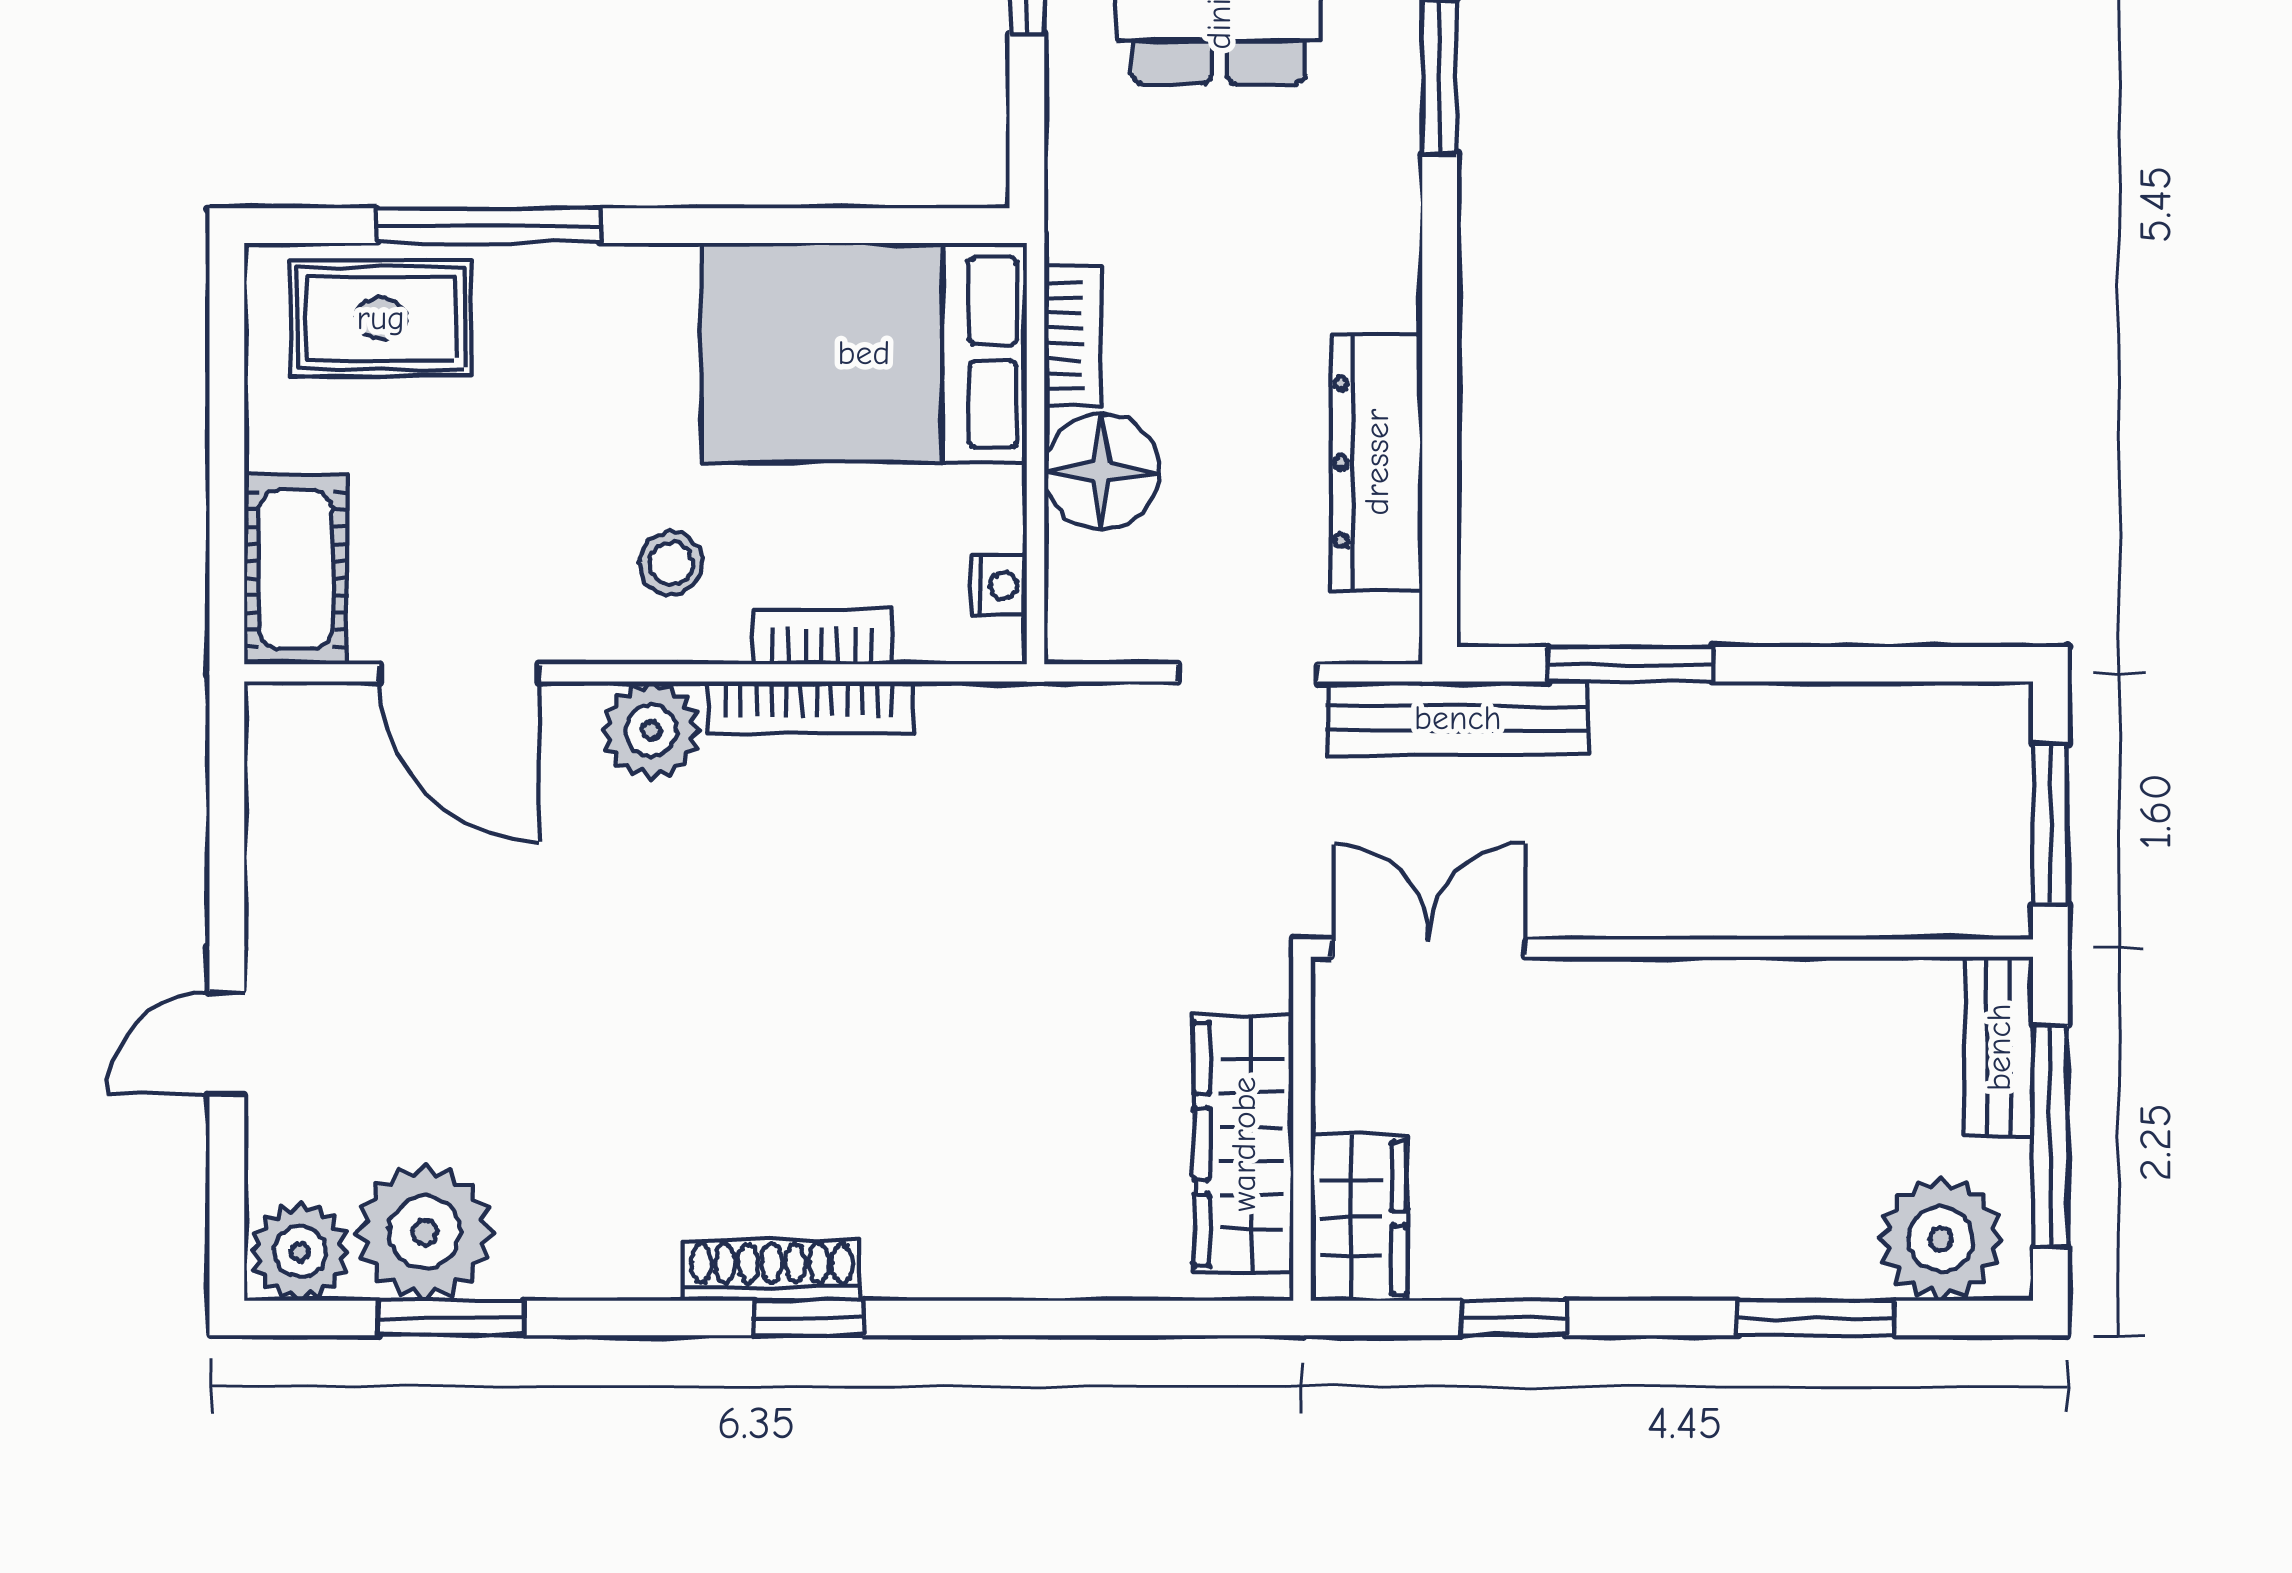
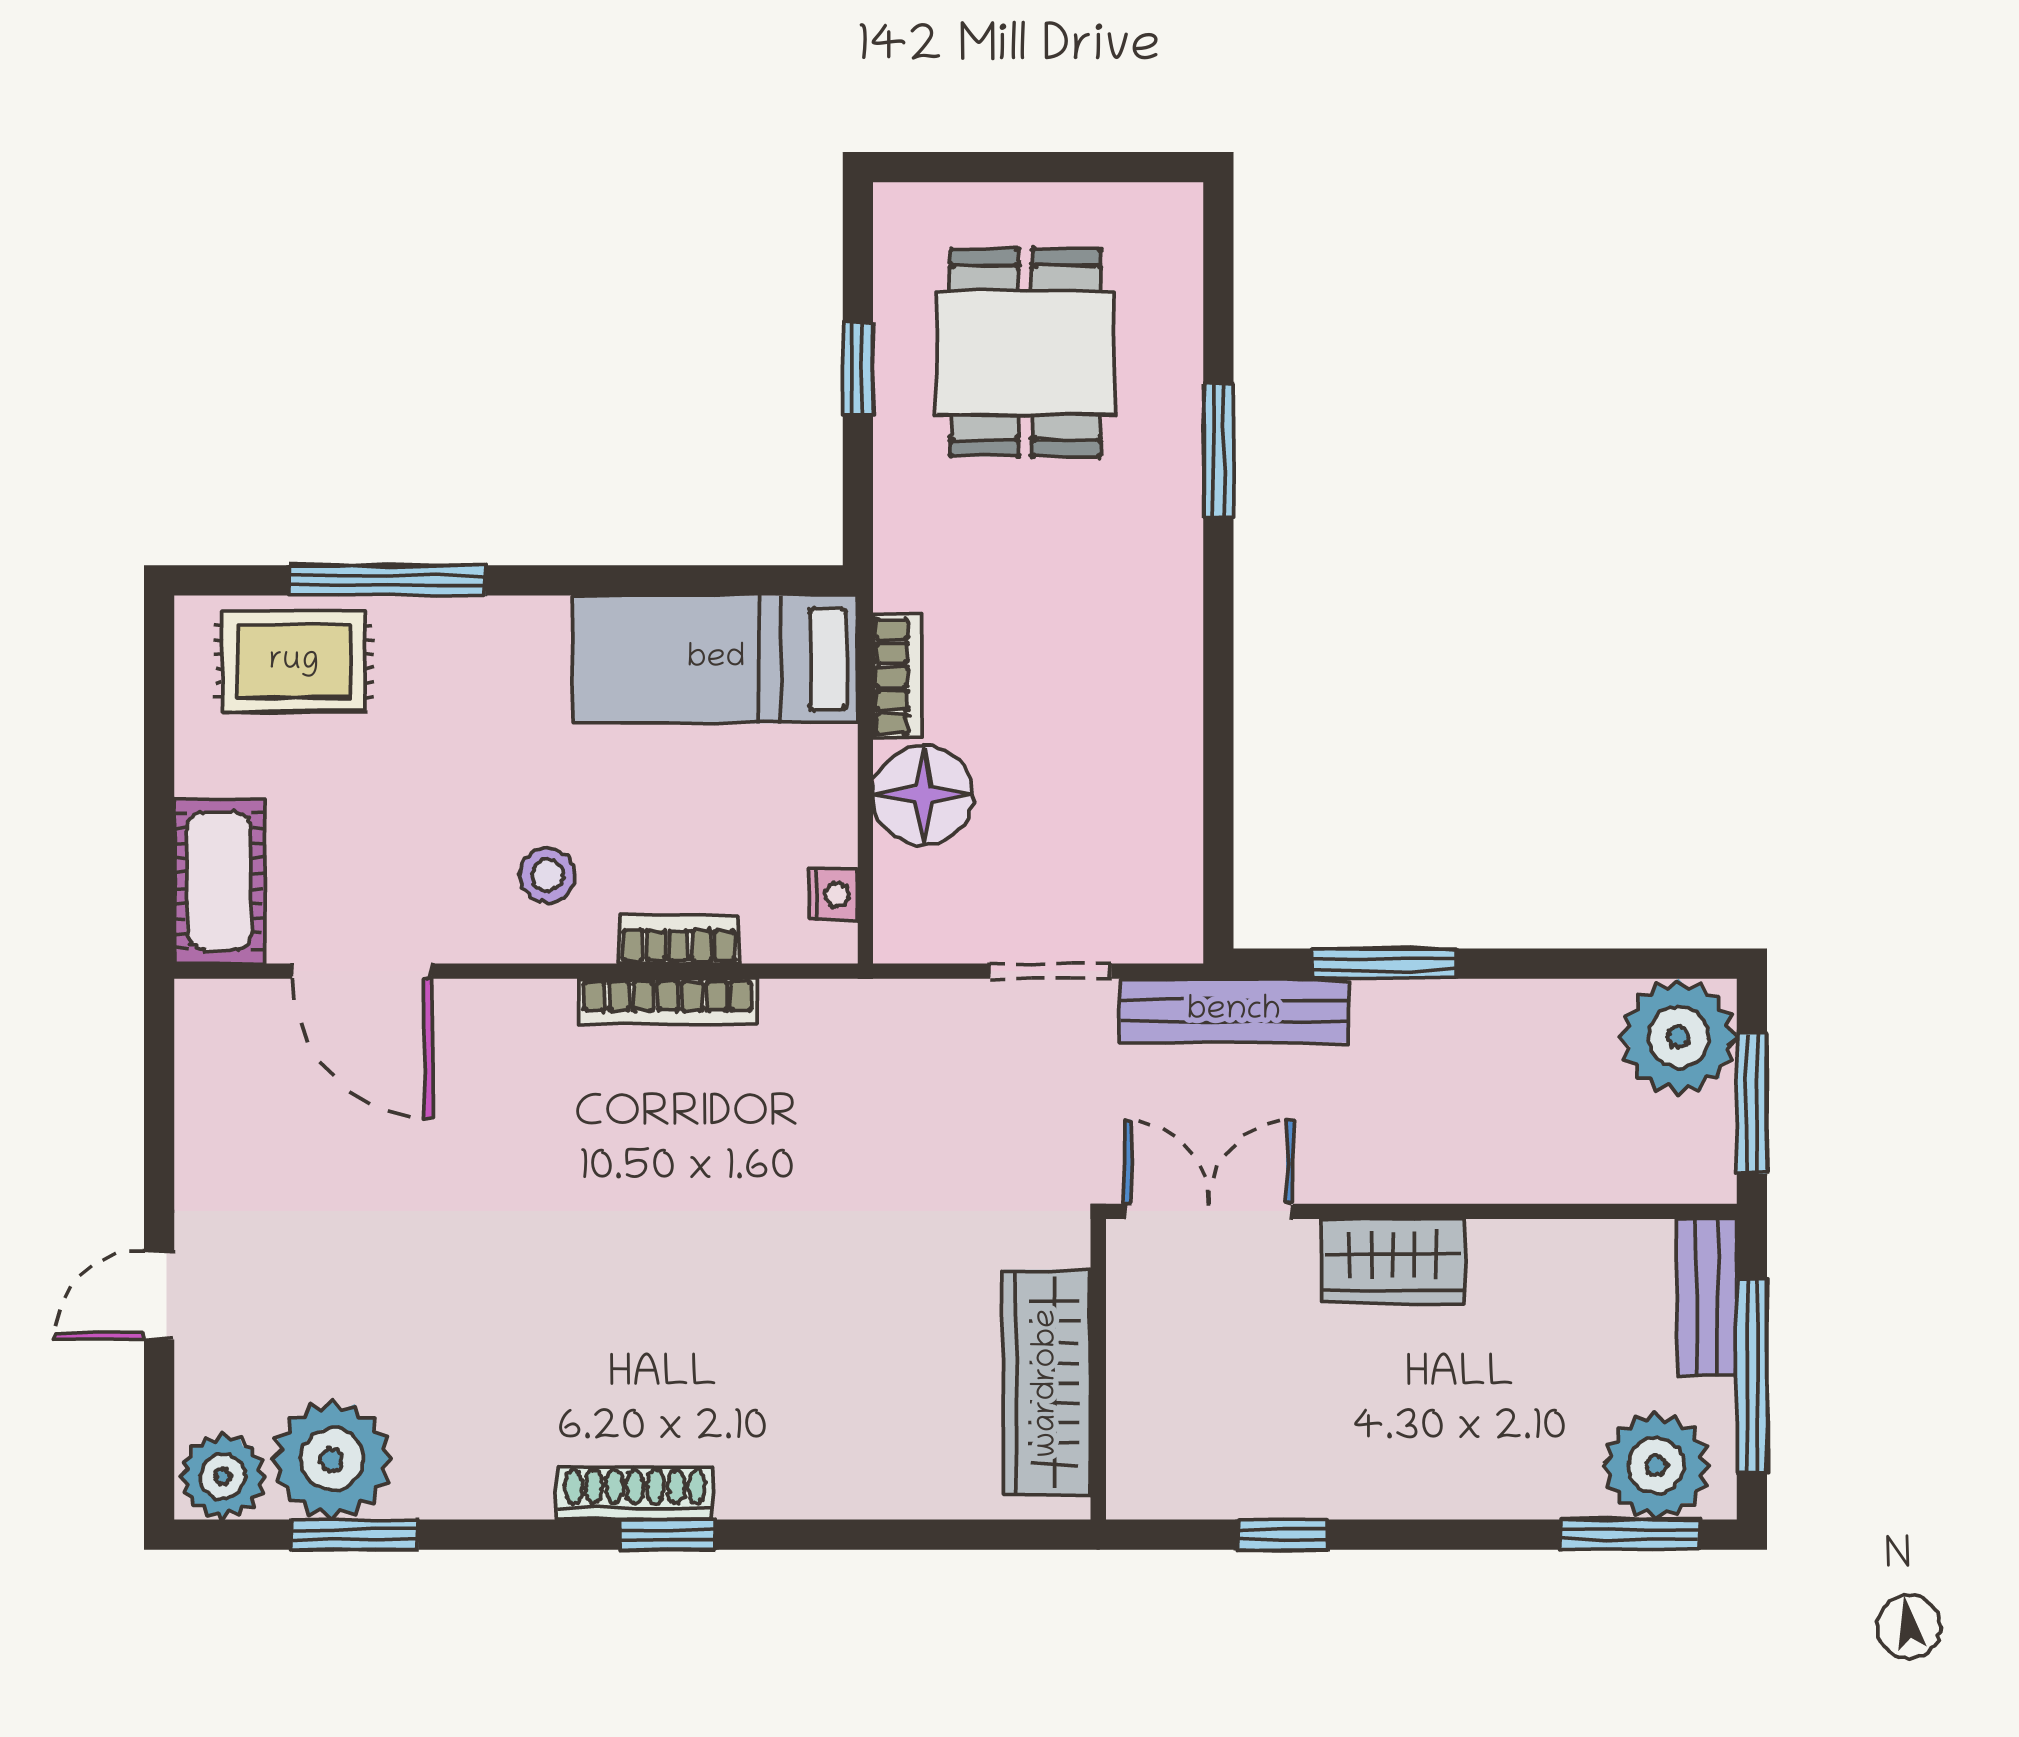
bed: (864, 353) -> (716, 659), width x0.67
dresser: (1377, 462) -> (1163, 787), removed
plant: (651, 731) -> (1678, 1037), moved, width x1.36, depth x1.36
wardrobe: (1359, 1218) -> (1393, 1261), moved, turned 90
window: (1816, 1318) -> (1630, 1535), moved

